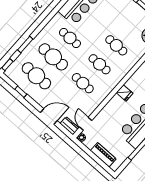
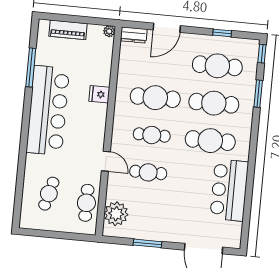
cafe table: (70, 38) -> (210, 141), width x1.37, depth x1.35
cafe table: (83, 83) -> (155, 98), width x1.37, depth x1.35
fridge: (125, 93) -> (99, 94), moved
door: (86, 124) -> (106, 161), moved

